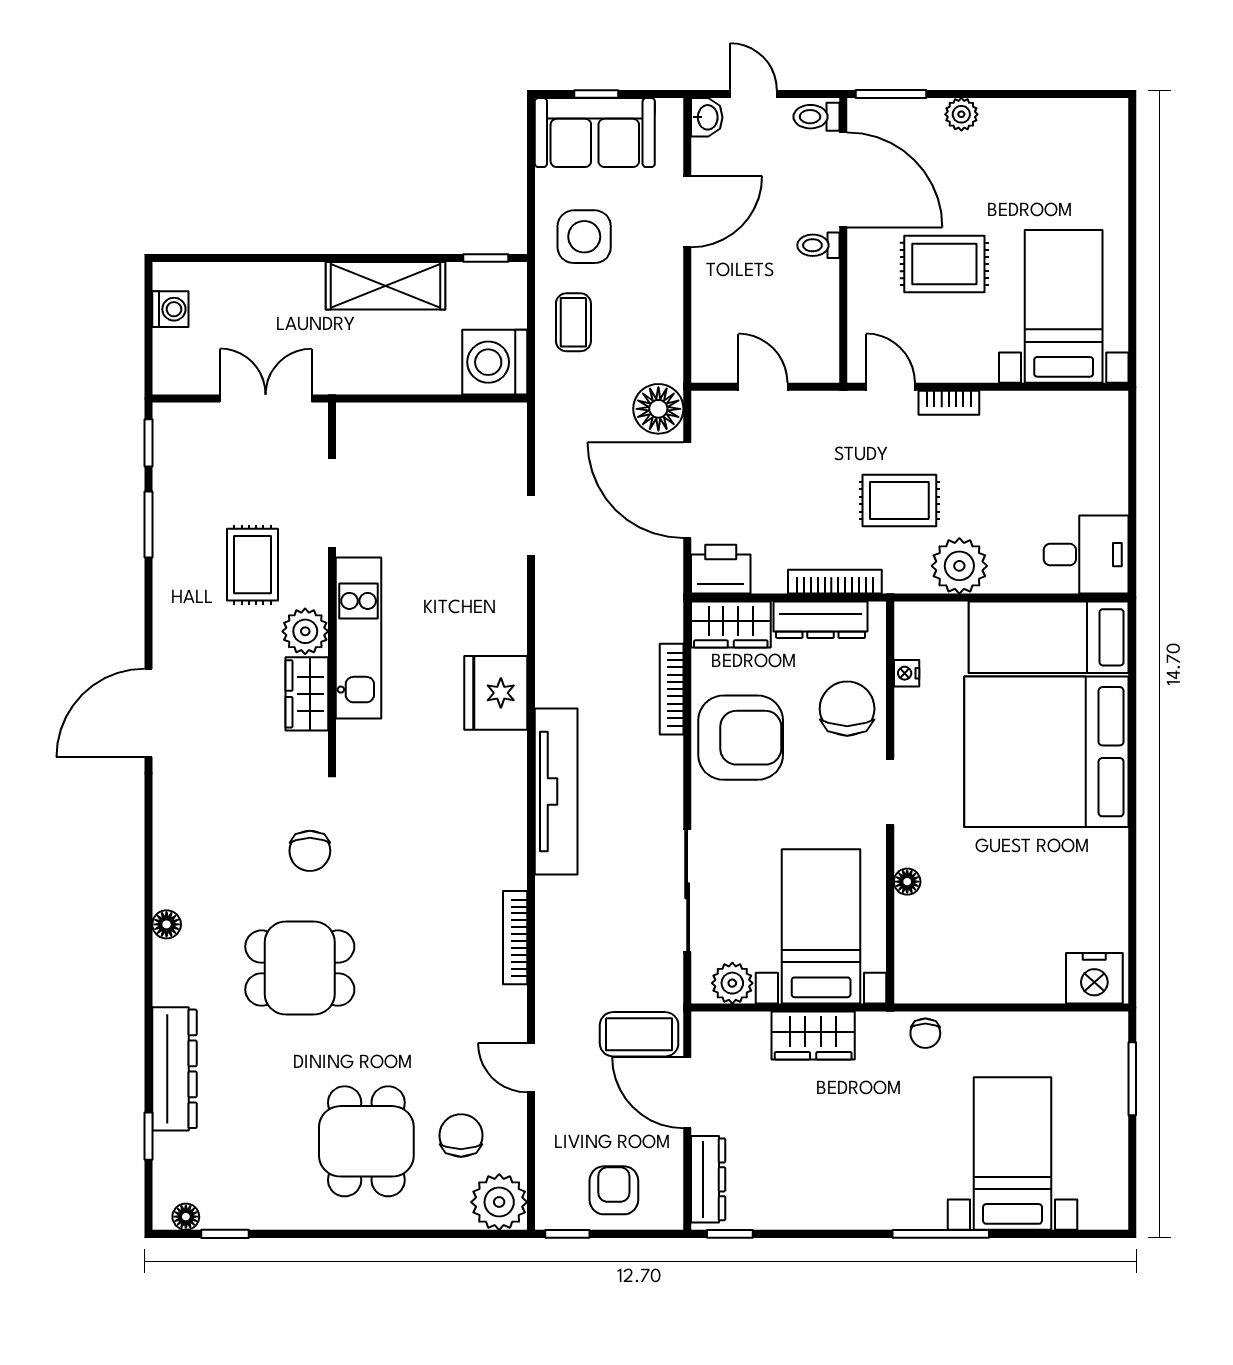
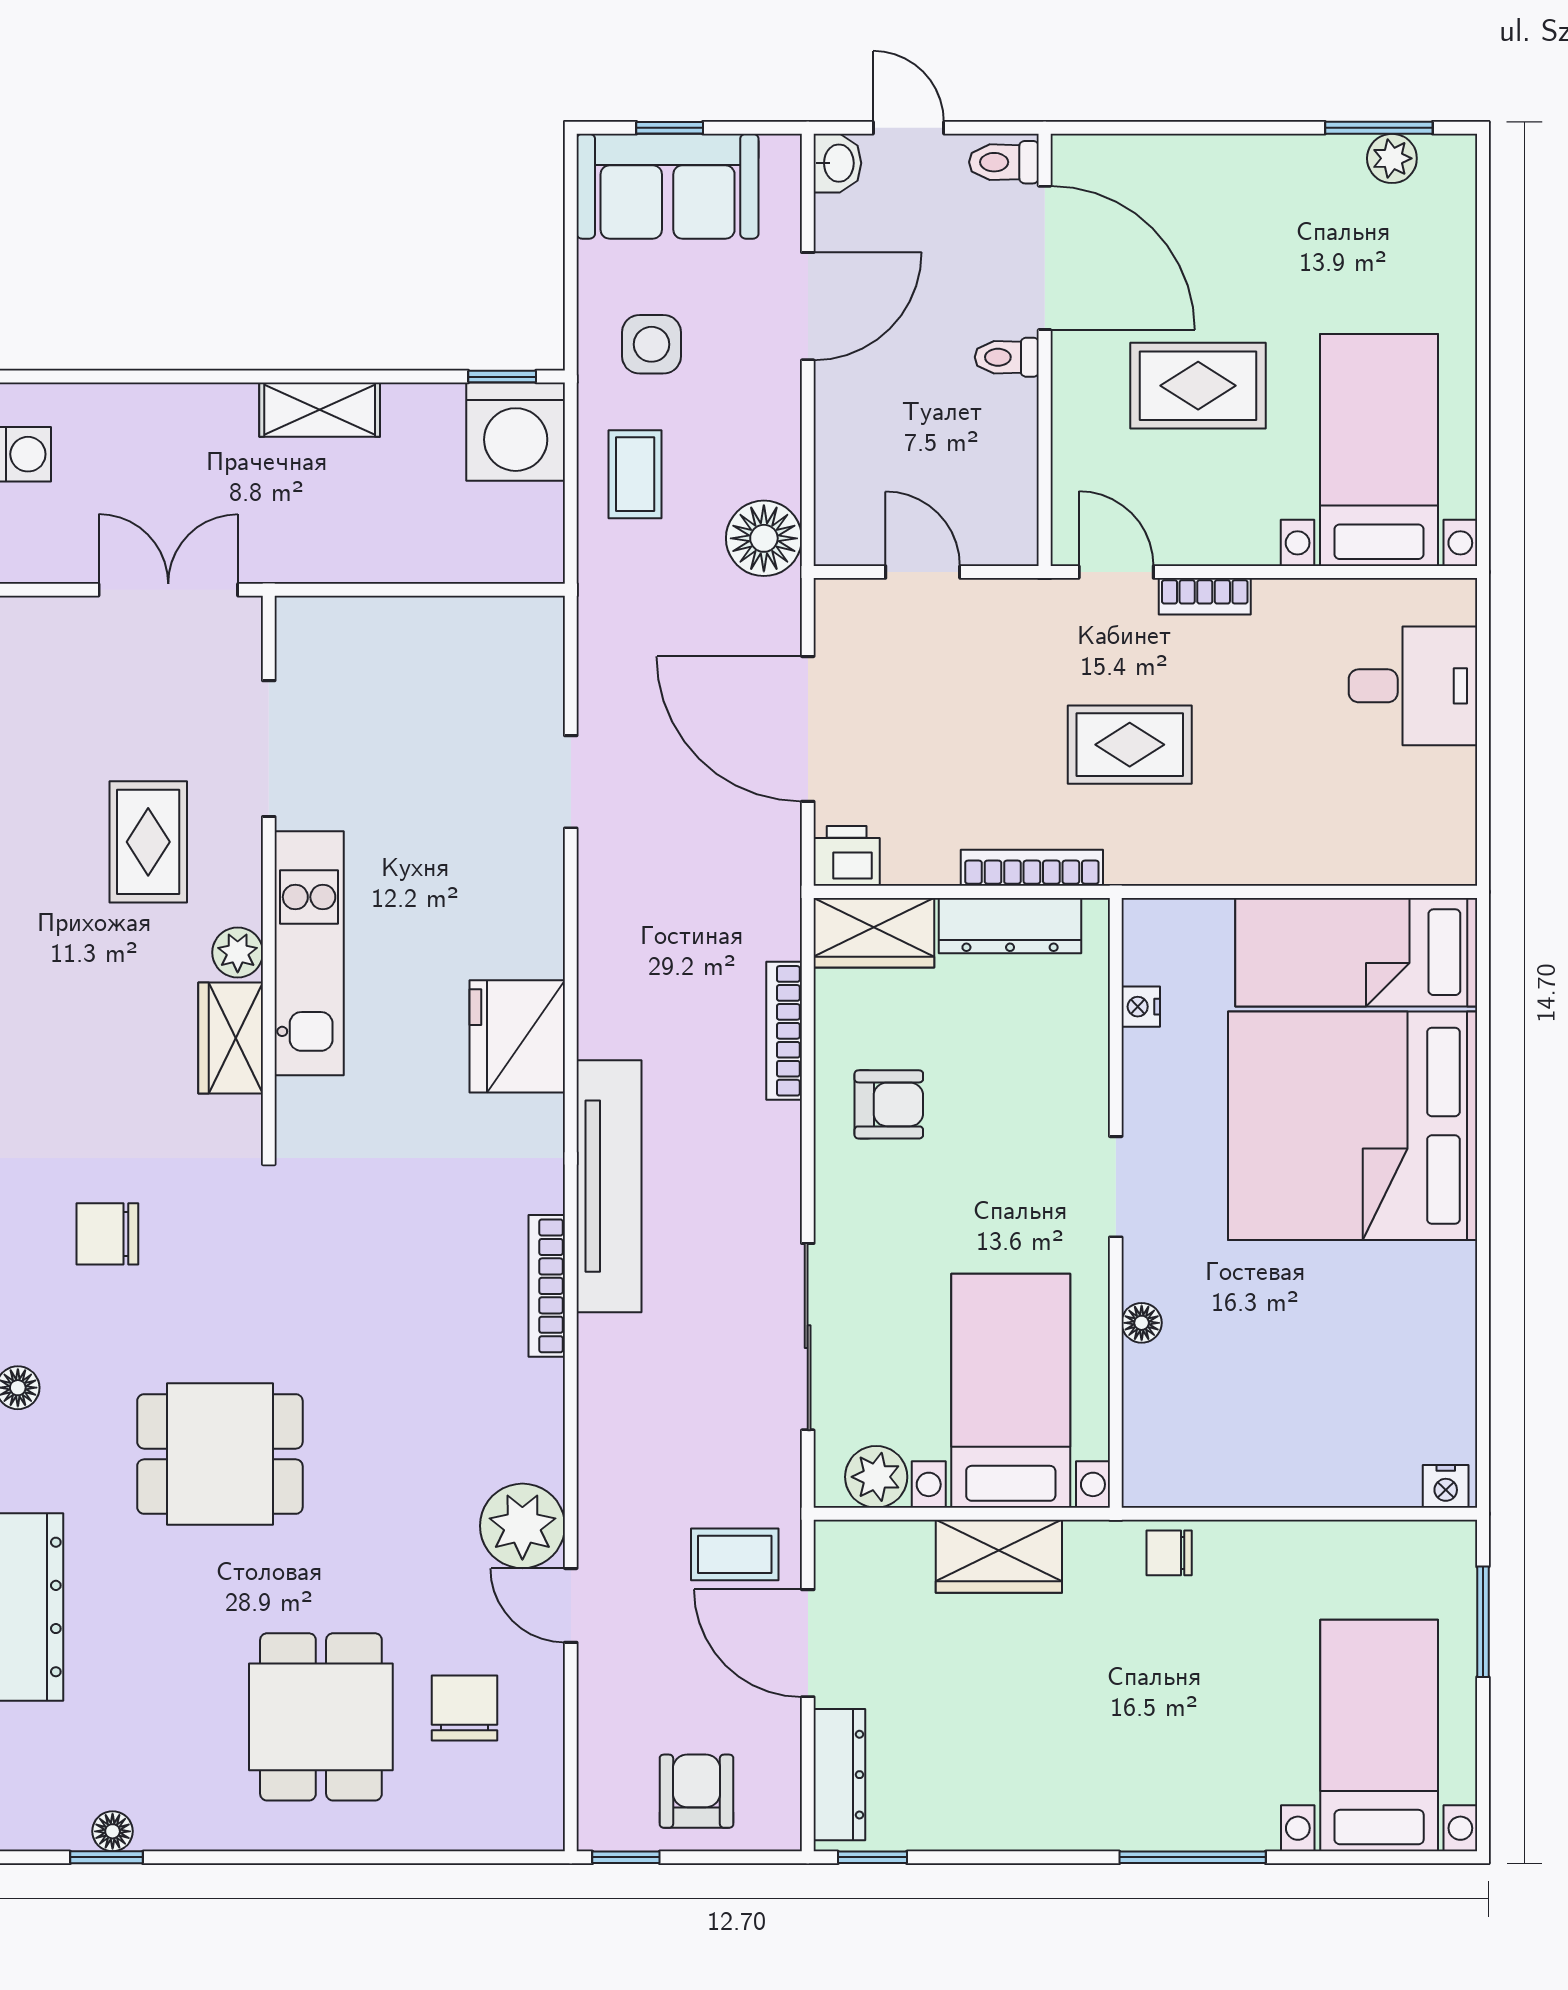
window: (891, 94) -> (1379, 128), moved
plant: (961, 114) -> (1392, 158), moved
side table: (584, 237) -> (651, 344), width x0.73, depth x0.73
shelving: (385, 286) -> (320, 410), width x0.67, depth x0.75
washing machine: (495, 362) -> (516, 432), moved, turned -90
floor lamp: (658, 409) -> (764, 538), moved
desk: (1086, 555) -> (1413, 686), moved
plant: (959, 566) -> (1221, 844), removed
printer: (721, 569) -> (847, 856), width x0.73, depth x0.81
plant: (305, 631) -> (238, 952), width x0.73, depth x0.73
chair: (847, 709) -> (1050, 1060), removed
armchair: (741, 738) -> (889, 1104), width x0.53, depth x0.53
chair: (310, 851) -> (107, 1234), moved, turned 90
bookcase: (515, 938) -> (547, 1286), moved
nightstand: (1094, 978) -> (1446, 1486), width x0.53, depth x0.56
chair: (925, 1033) -> (1169, 1553), turned 90
coffee table: (639, 1034) -> (735, 1554), width x0.73, depth x0.77
bed with nightstands: (1013, 1154) -> (1379, 1736), moved
plant: (499, 1202) -> (522, 1526), moved
floor lamp: (186, 1217) -> (113, 1831), moved

